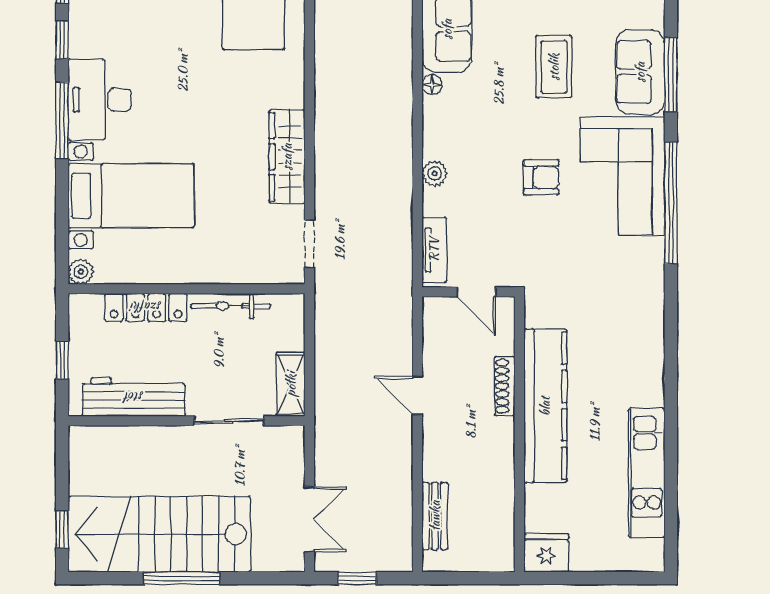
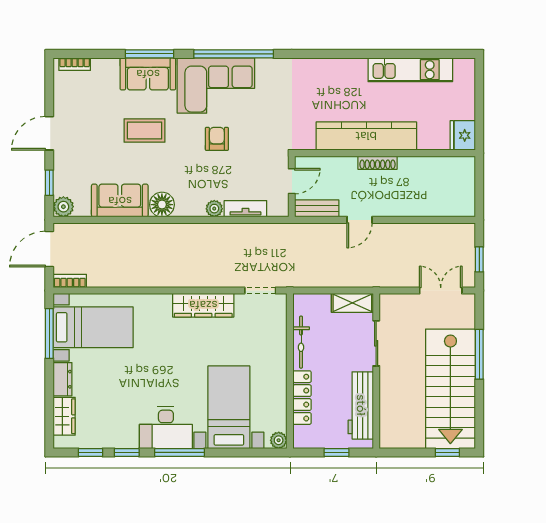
floor lamp: (432, 85) -> (162, 205), width x1.89, depth x1.89
tv unit: (434, 250) -> (245, 209), moved
shoe rack: (505, 386) -> (378, 163), moved
bench: (435, 516) -> (317, 208), moved
window: (182, 578) -> (479, 354), moved

